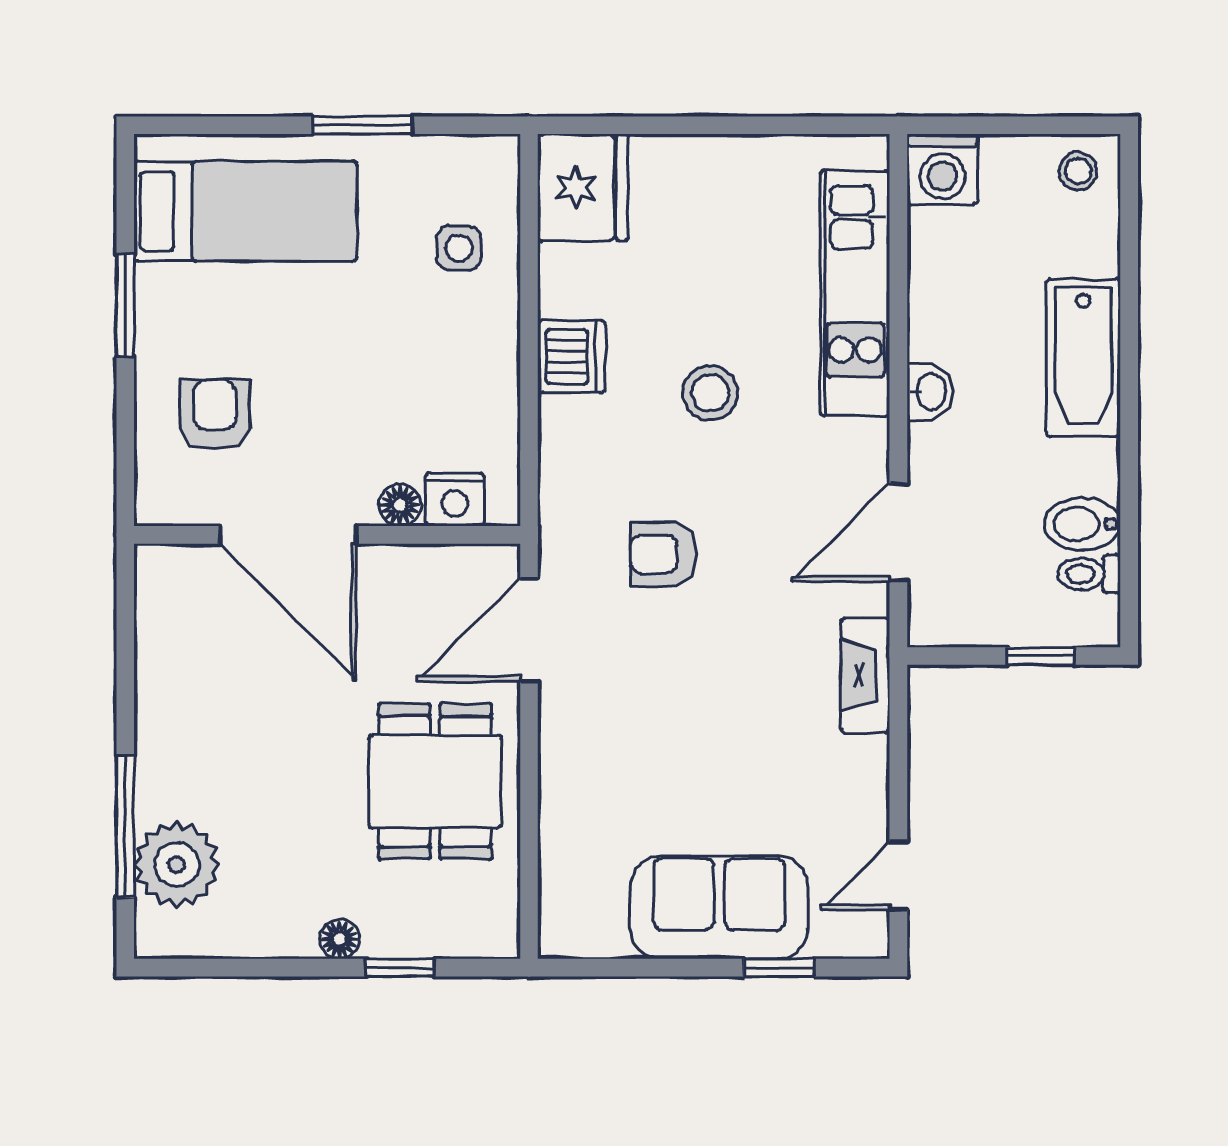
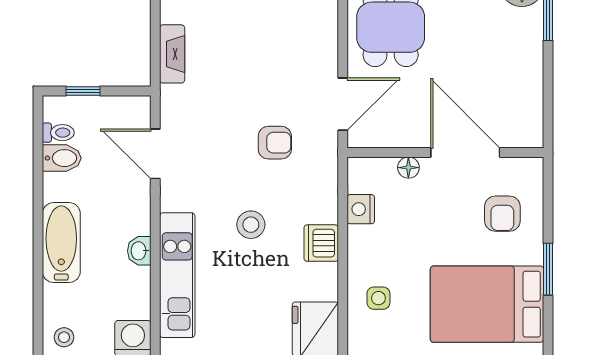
bed: (245, 211) -> (487, 304), width x1.50
washbasin: (930, 392) -> (139, 251), moved
nightstand: (455, 499) -> (361, 209), moved, turned -90
door: (898, 532) -> (155, 154), swing flipped
fireplace: (865, 676) -> (172, 54), moved

